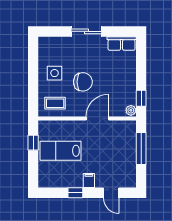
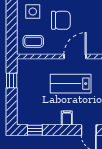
lab bench: (60, 151) -> (71, 84), moved
window: (75, 193) -> (35, 130), moved

